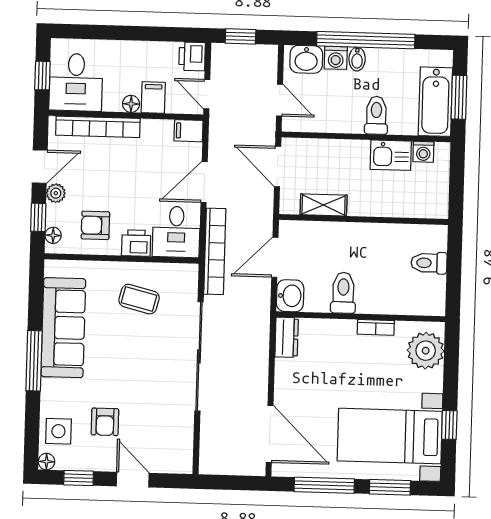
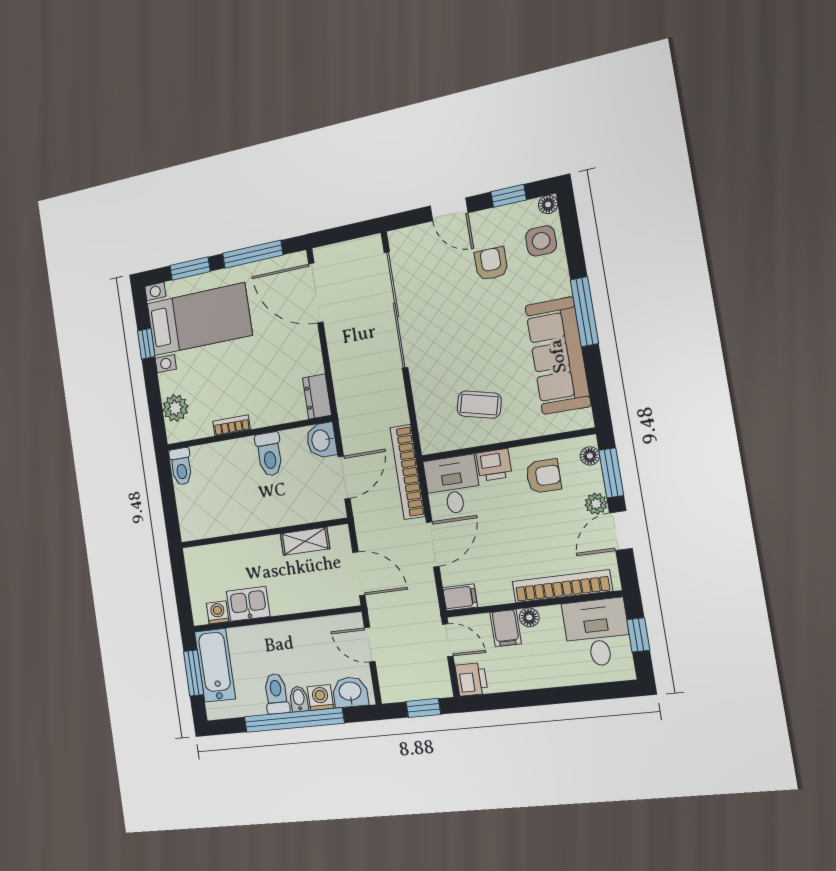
toilet: (376, 115) -> (276, 694), moved, turned 180
window: (38, 217) -> (611, 473), width x1.50
toilet: (429, 263) -> (181, 466), moved, turned 90
plant: (426, 351) -> (175, 408), width x0.73, depth x0.73
sliding door: (199, 356) -> (396, 310), moved

